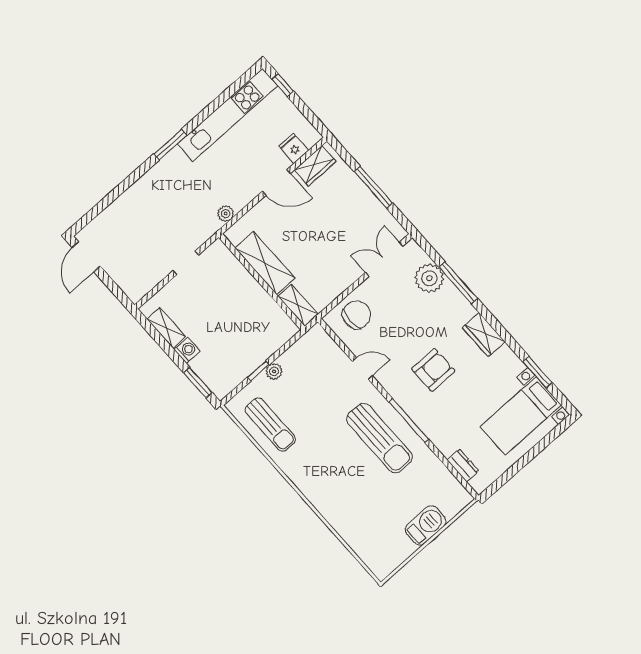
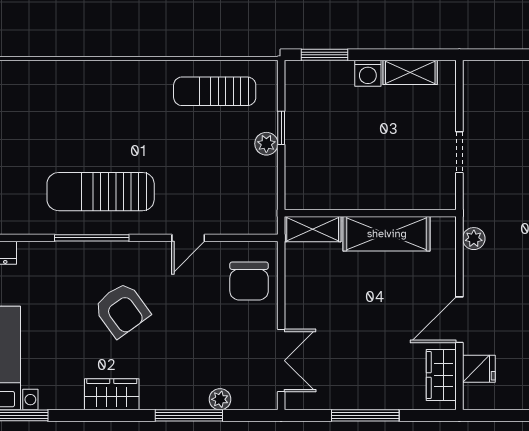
plant: (429, 278) -> (220, 399), width x0.53, depth x0.53
armchair: (433, 370) -> (122, 310), turned -36

